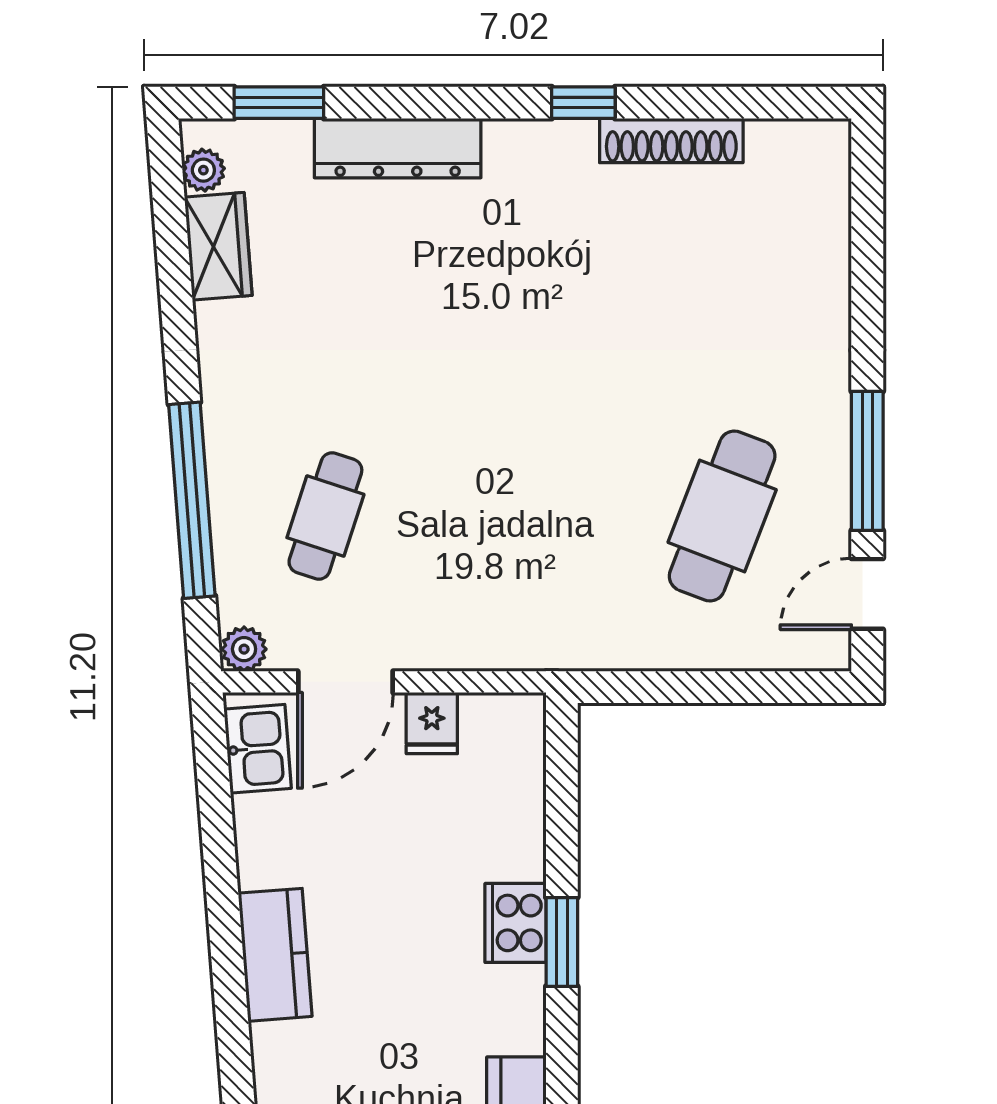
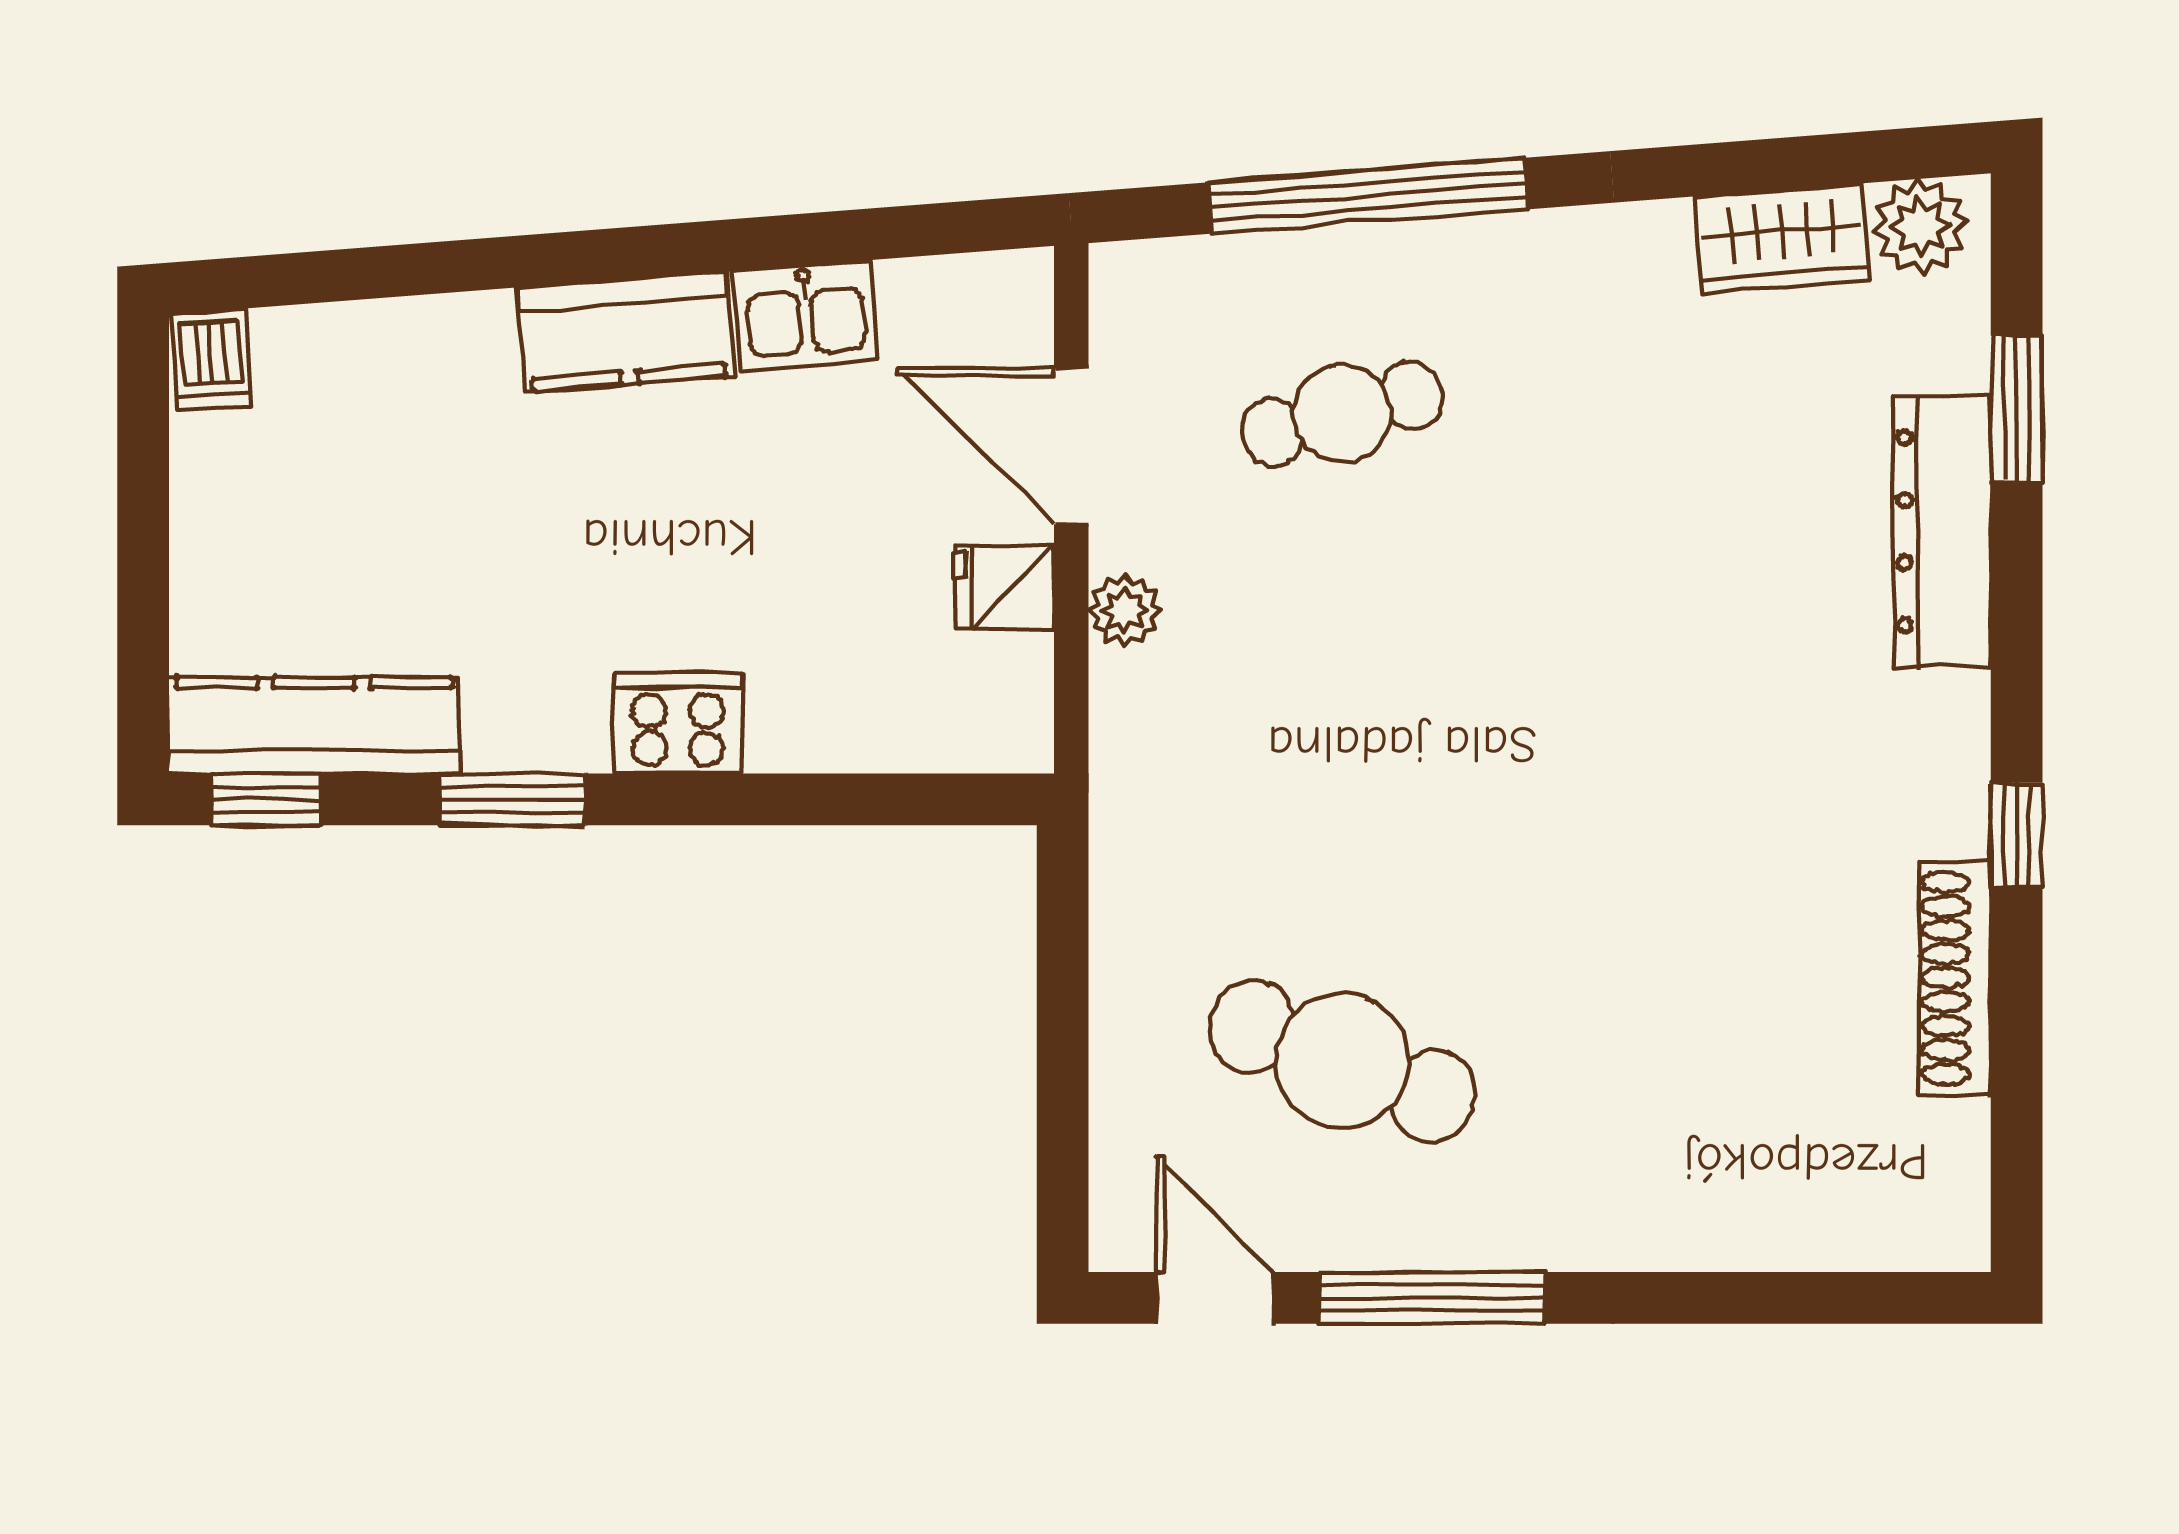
window: (279, 103) -> (2017, 409), moved
plant: (203, 170) -> (1920, 226), width x1.38, depth x1.38
cafe table: (325, 516) -> (1342, 414), turned -33
plant: (244, 649) -> (1125, 611), moved
kitchen sink: (258, 749) -> (806, 315), moved
window: (562, 942) -> (513, 799), moved

